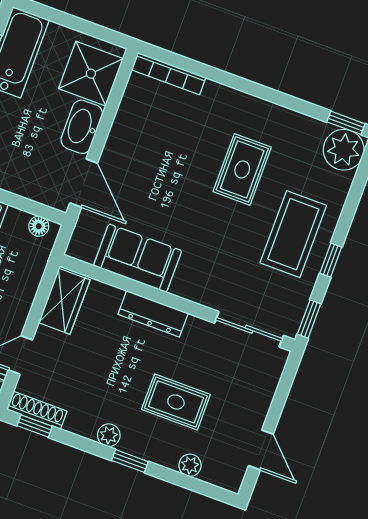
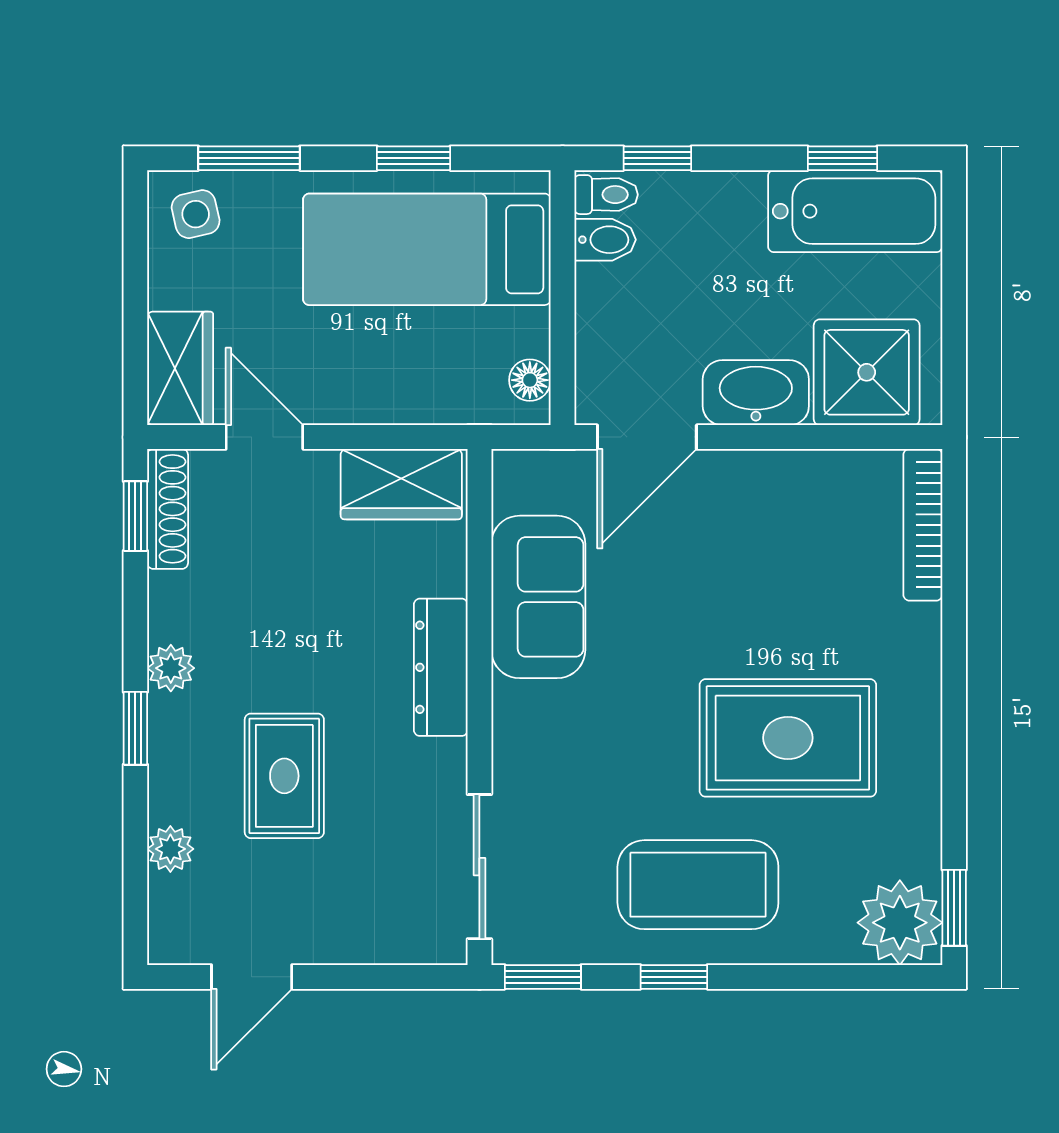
rug: (242, 169) -> (788, 738), width x1.36, depth x1.43

